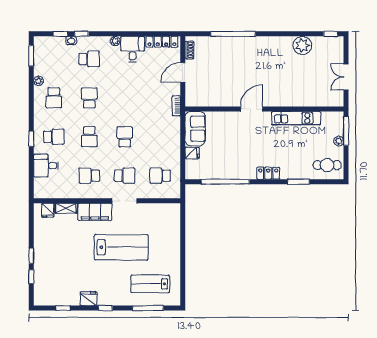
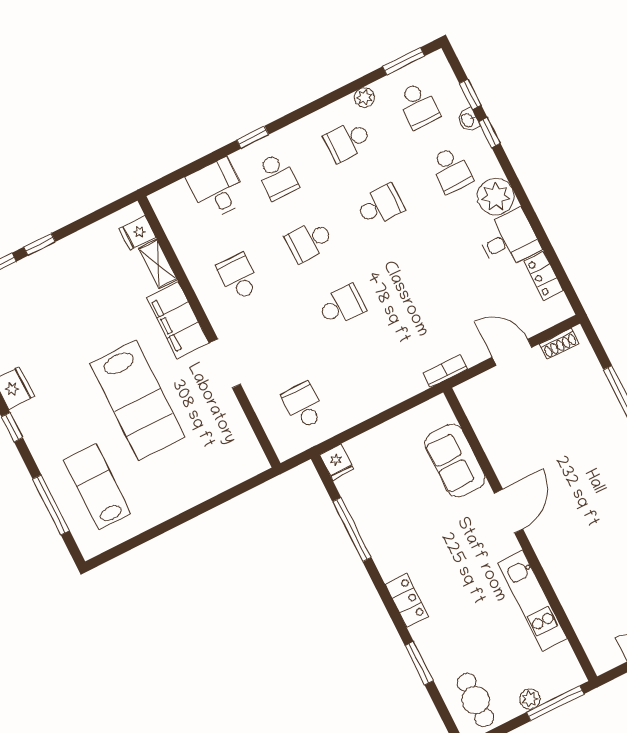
plant: (115, 41) -> (496, 196), width x1.87, depth x1.87
locker: (162, 42) -> (544, 276), width x0.66
door: (252, 109) -> (509, 511), hinge flipped
sofa: (195, 129) -> (455, 461), moved, turned 90
fridge: (192, 153) -> (337, 462), moved
school desk: (125, 176) -> (419, 105), moved
window: (225, 182) -> (352, 530), width x0.68

